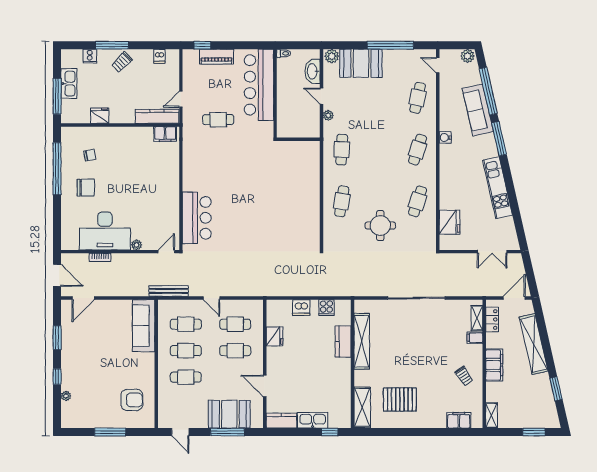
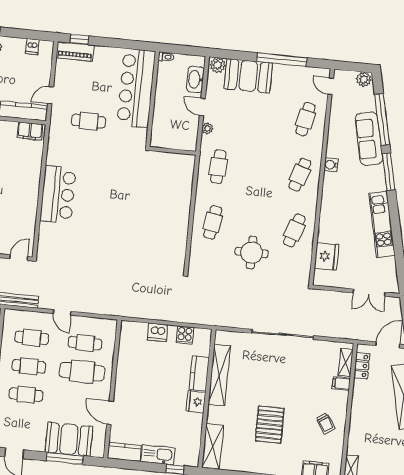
piano: (217, 57) -> (75, 51), moved
bar counter: (197, 218) -> (58, 194), moved
fridge: (275, 336) -> (196, 402), moved, turned 180
cafe table: (235, 351) -> (82, 372), width x1.37, depth x1.35
filing cabinet: (494, 365) -> (359, 415), removed
pallet: (400, 399) -> (270, 425), moved, turned 90

